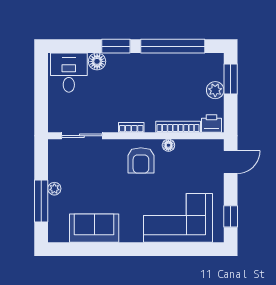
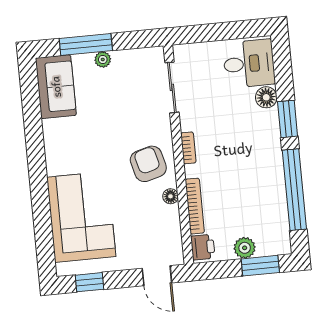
armchair: (141, 160) -> (148, 164), turned 75
sofa: (94, 228) -> (56, 87), moved

